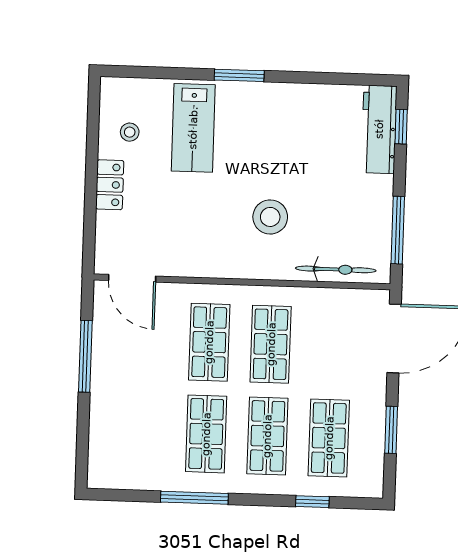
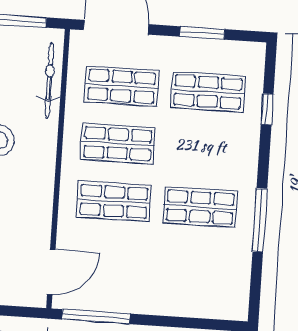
window: (85, 356) -> (96, 317), moved
shop shelf: (267, 436) -> (122, 86), moved

